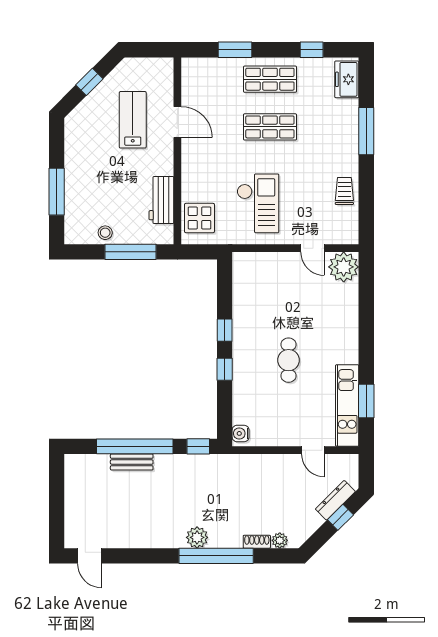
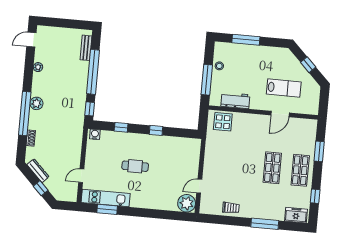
checkout: (258, 203) -> (228, 157), removed
window: (225, 369) -> (121, 127), moved
bench: (132, 462) -> (86, 48), moved
dresser: (335, 500) -> (38, 171), moved
plant: (280, 540) -> (38, 67), moved

